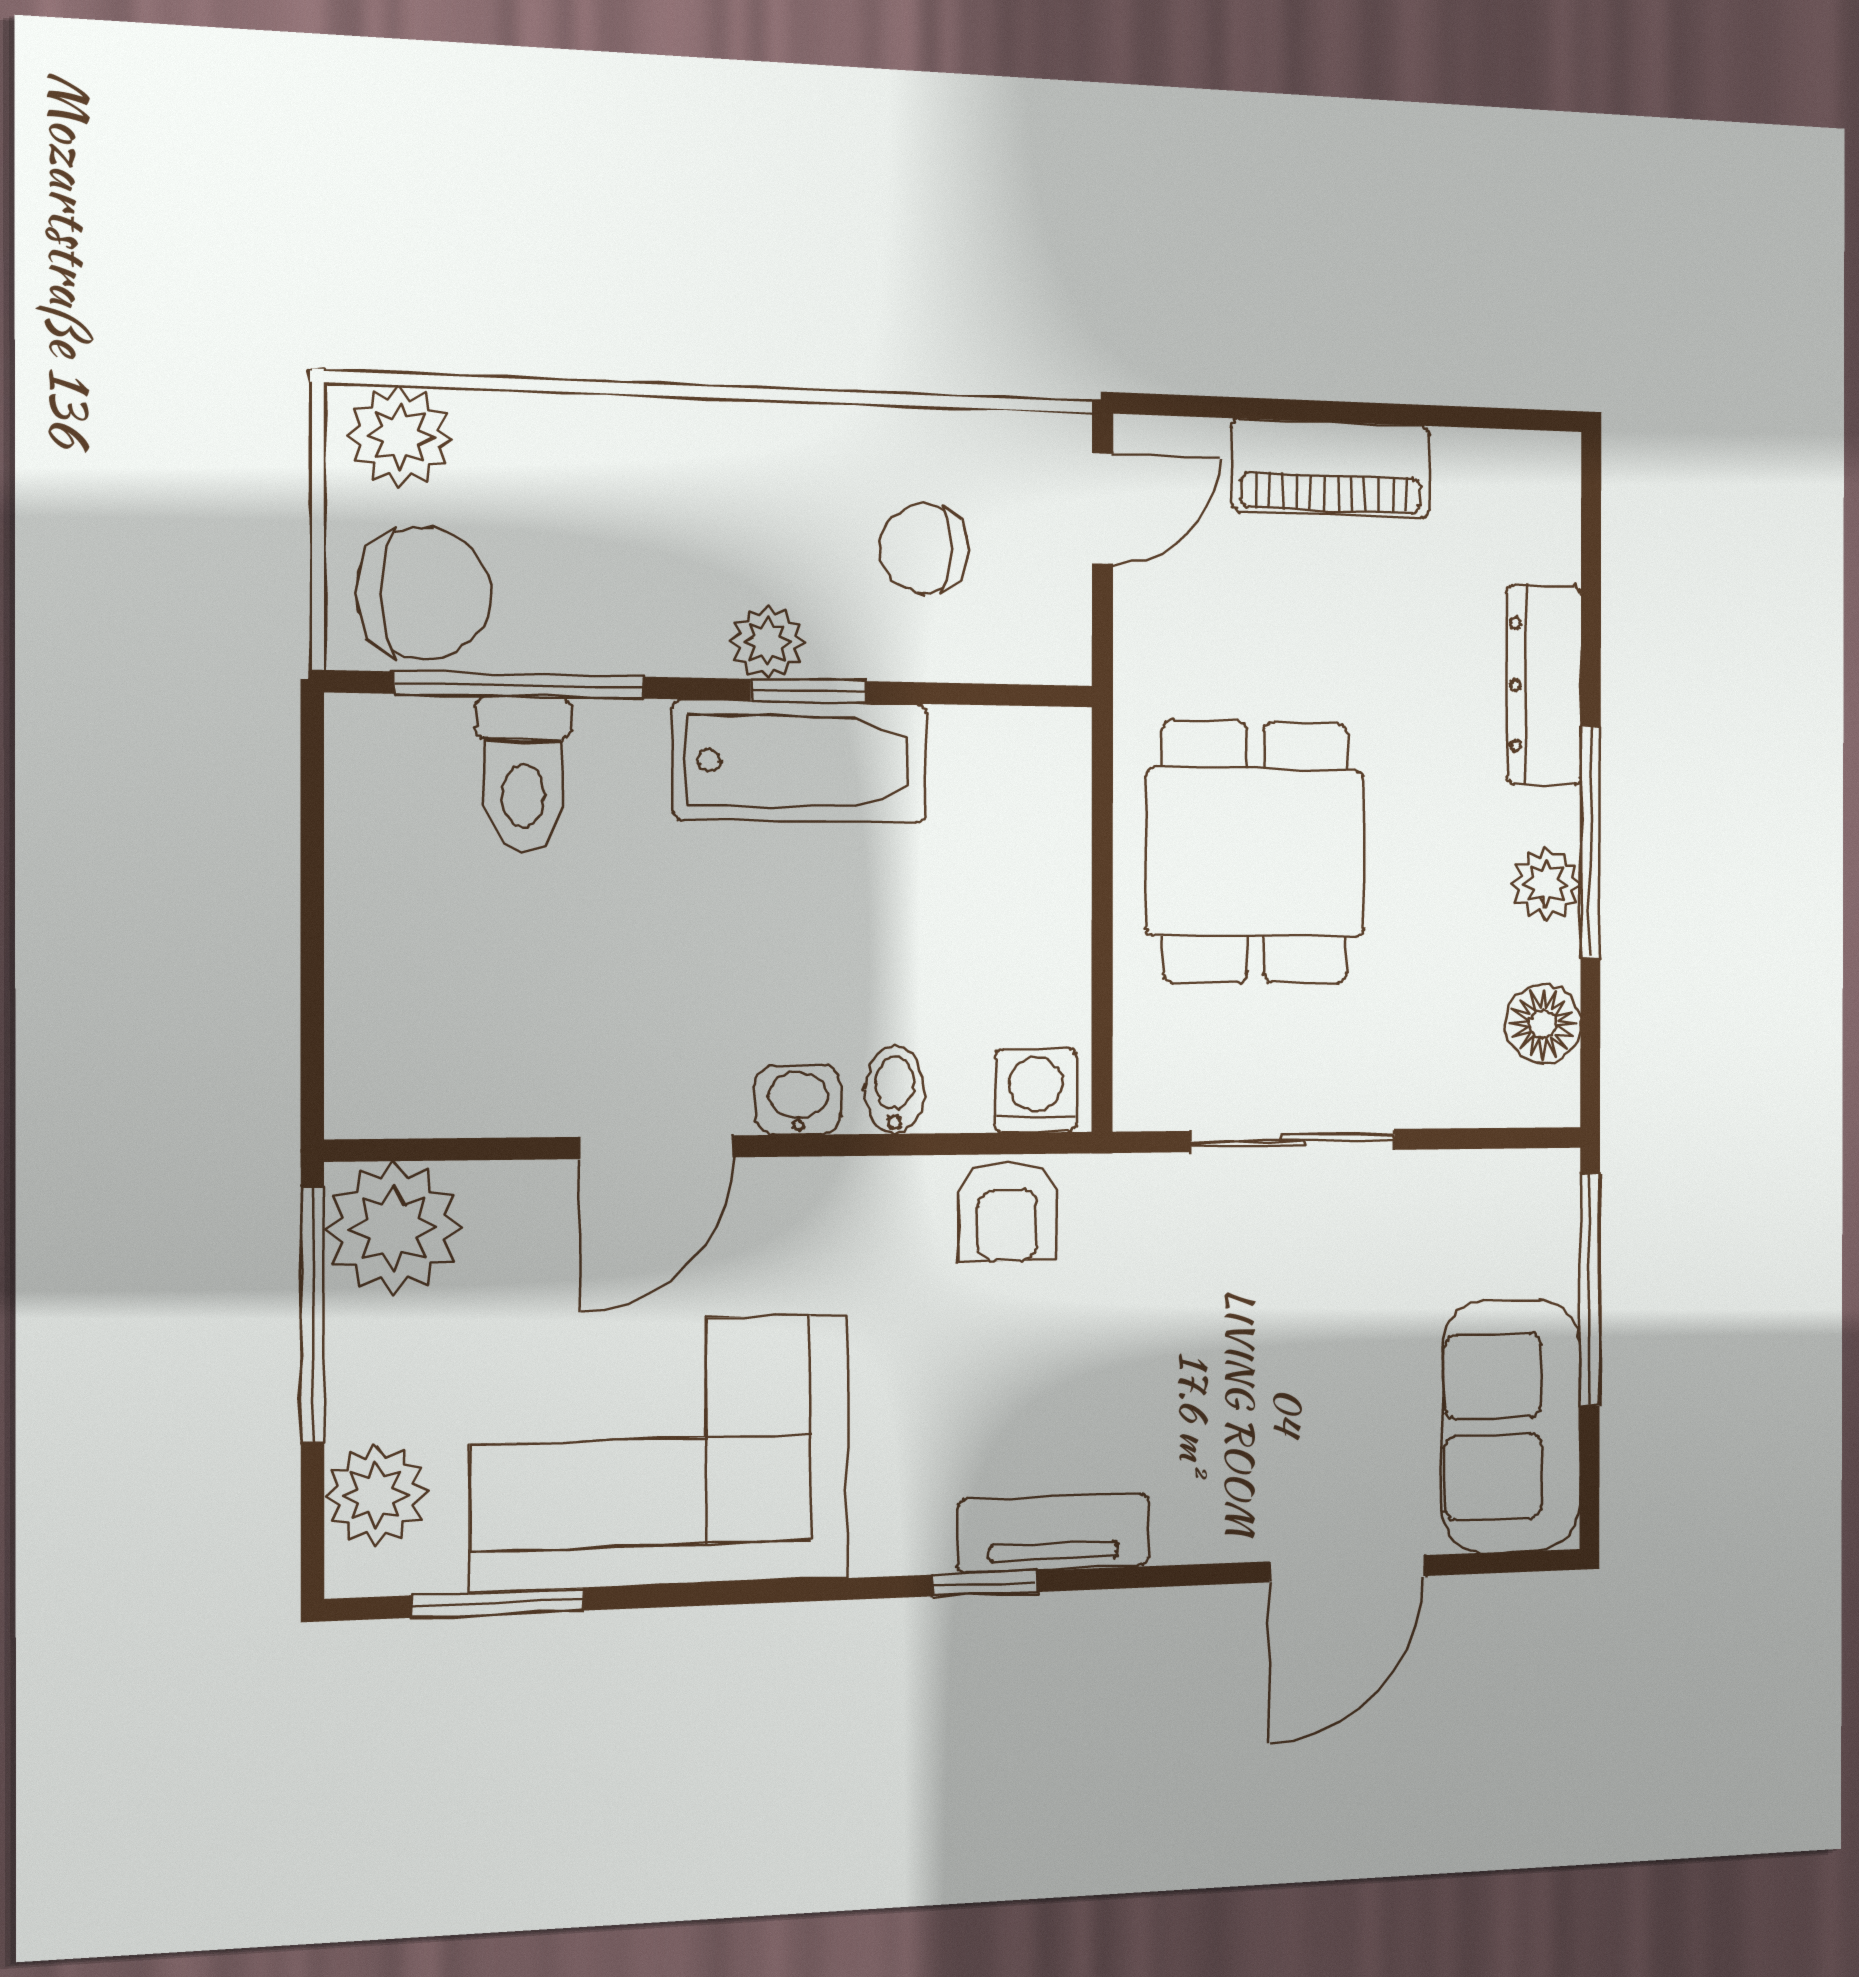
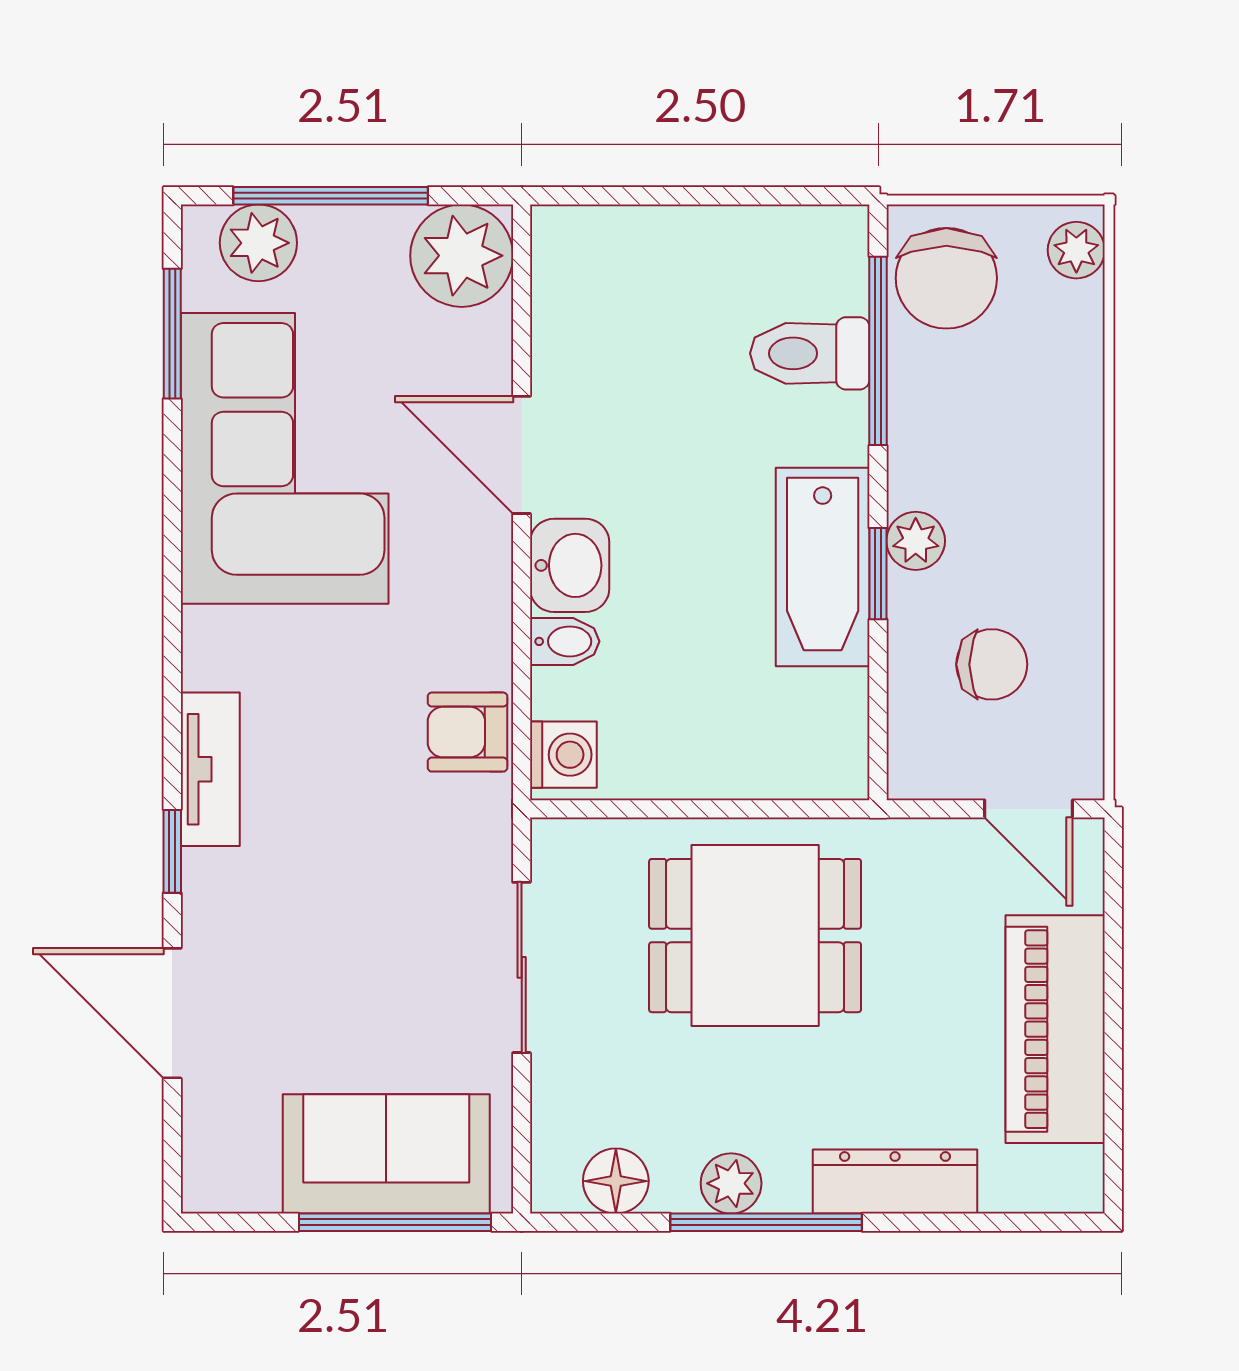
plant: (400, 436) -> (1076, 250), width x0.73, depth x0.73
piano: (1331, 468) -> (1055, 1029), width x1.37, depth x1.33
chair: (924, 549) -> (992, 664), turned 90
washbasin: (798, 1100) -> (570, 565), width x1.38, depth x1.45
window: (312, 1314) -> (331, 196), moved
sofa: (1511, 1426) -> (386, 1154), moved
window: (985, 1583) -> (172, 851), moved

